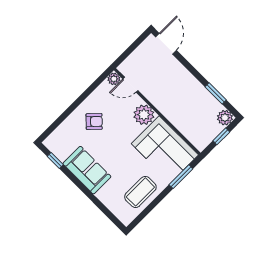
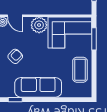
door: (130, 85) -> (15, 16), hinge flipped
sofa: (87, 170) -> (38, 87), width x1.36

